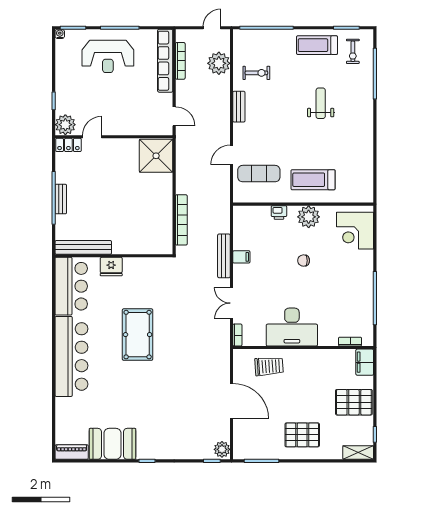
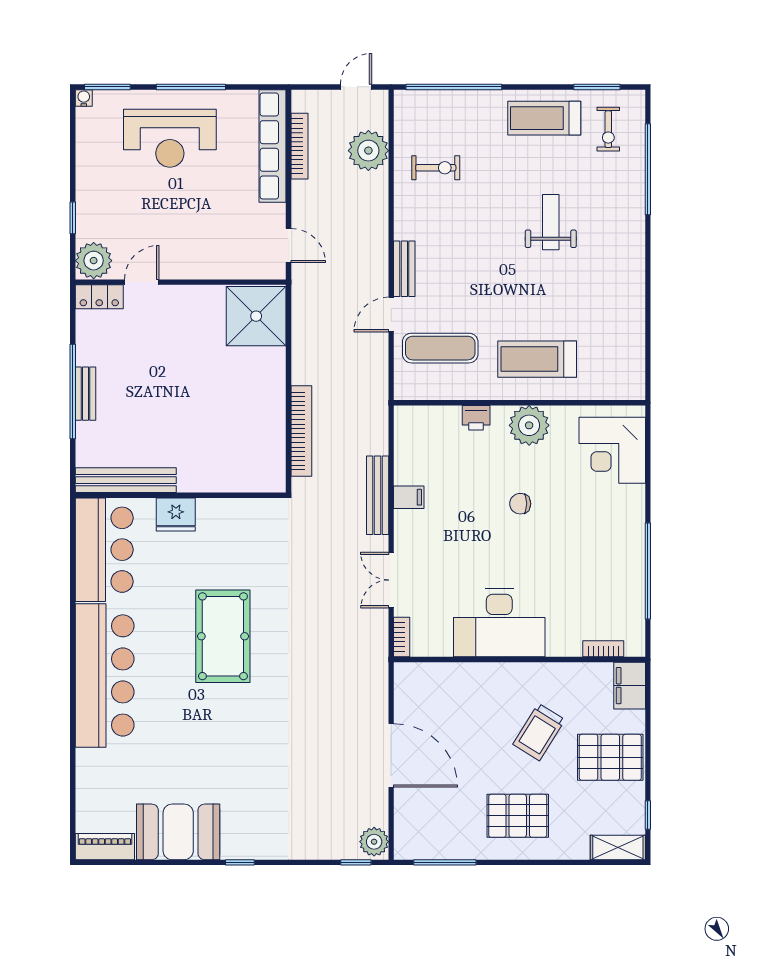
bench: (239, 107) -> (404, 269), moved
trolley: (269, 366) -> (539, 732), moved, turned 126

